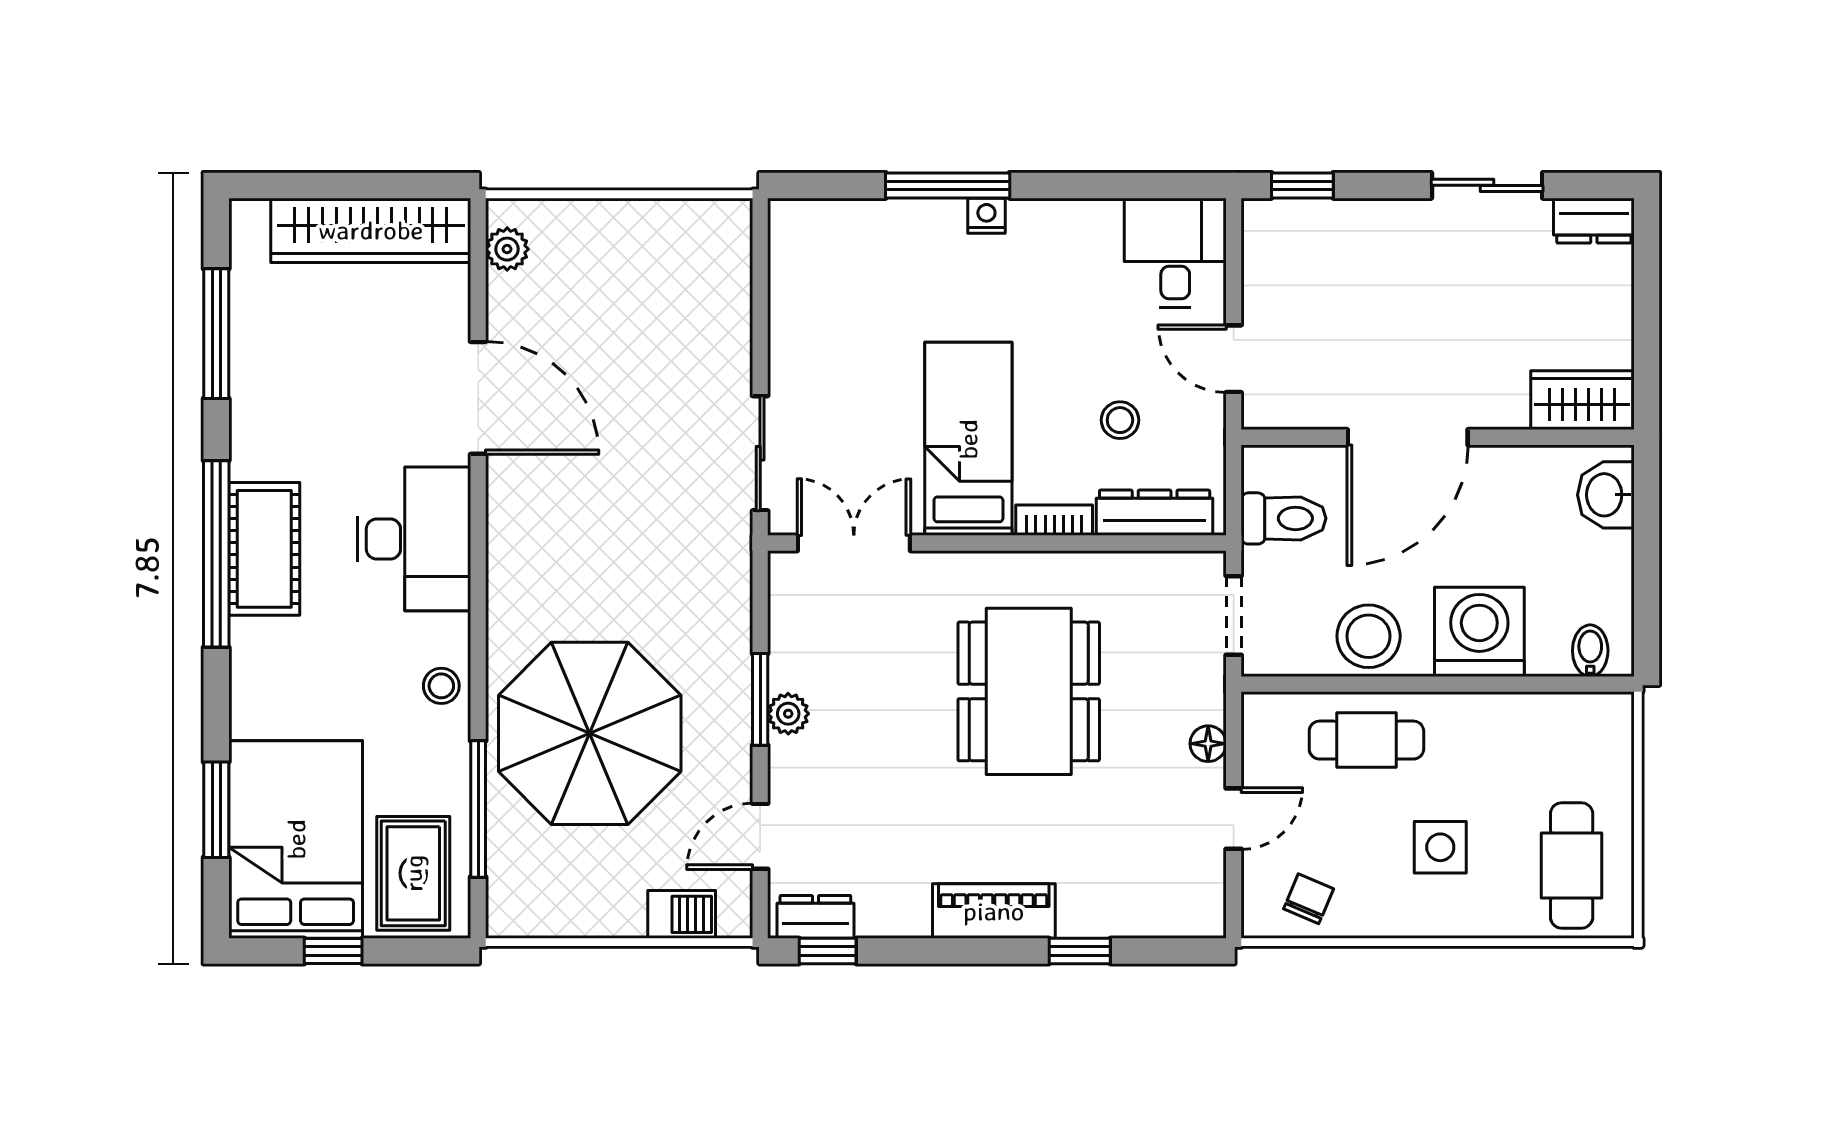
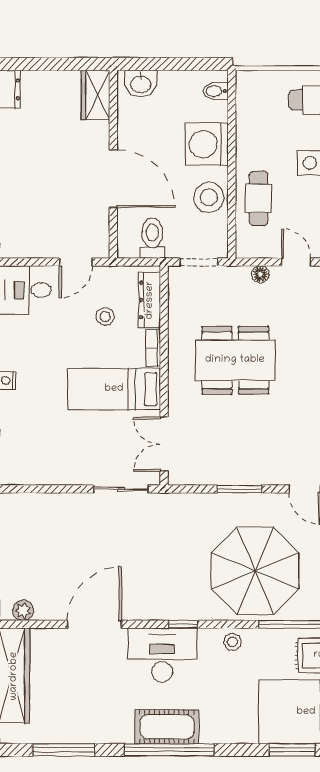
window: (478, 583) -> (183, 624), added
plant: (788, 714) -> (246, 476), removed

